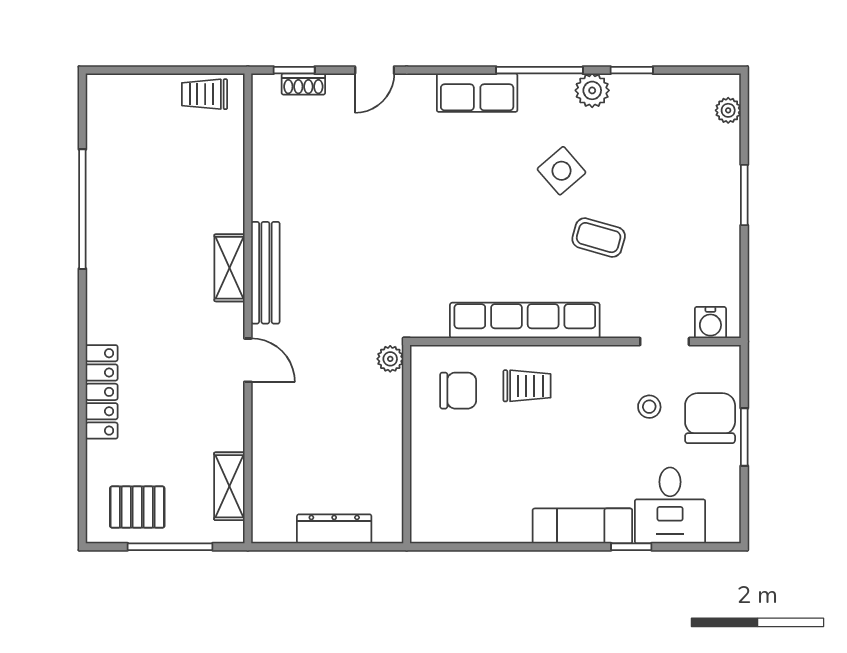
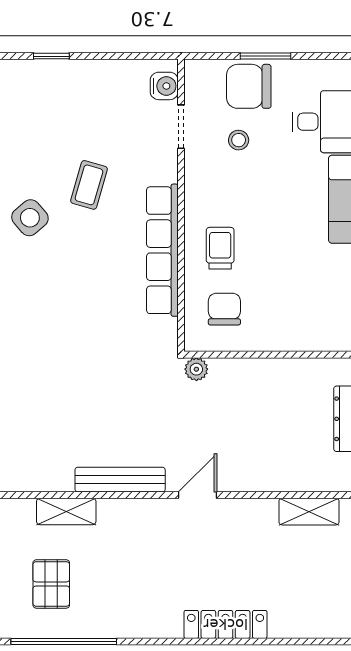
window: (744, 195) -> (51, 56), width x0.67
shelving: (229, 268) -> (66, 511), moved
pallet: (137, 507) -> (51, 584), moved

